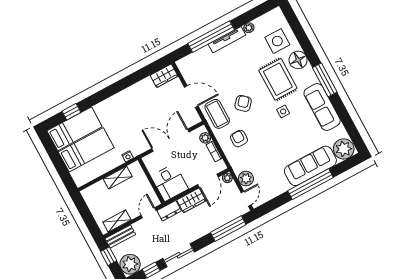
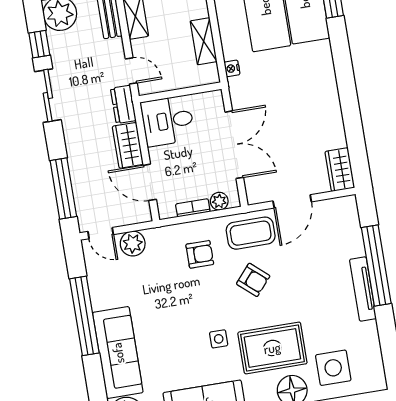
plant: (249, 28) -> (370, 330), removed
plant: (227, 178) -> (144, 215), removed
window: (311, 184) -> (84, 316), moved

